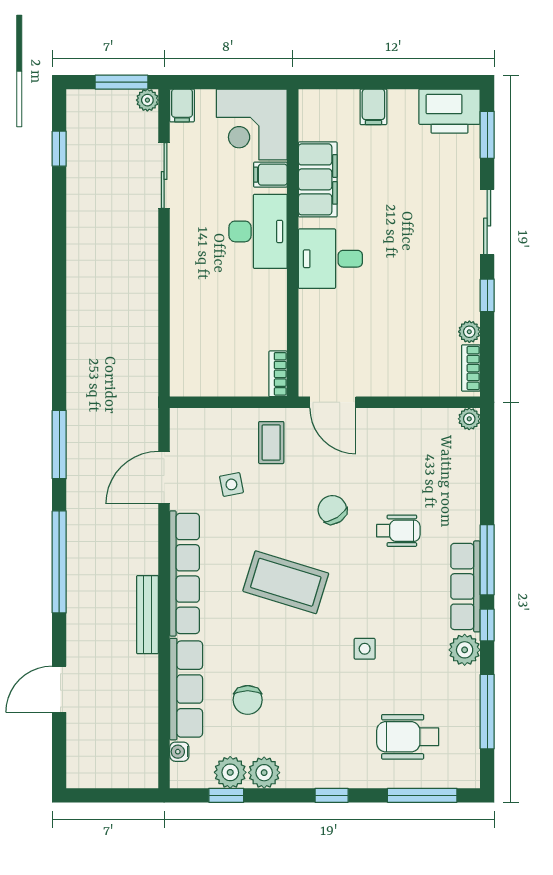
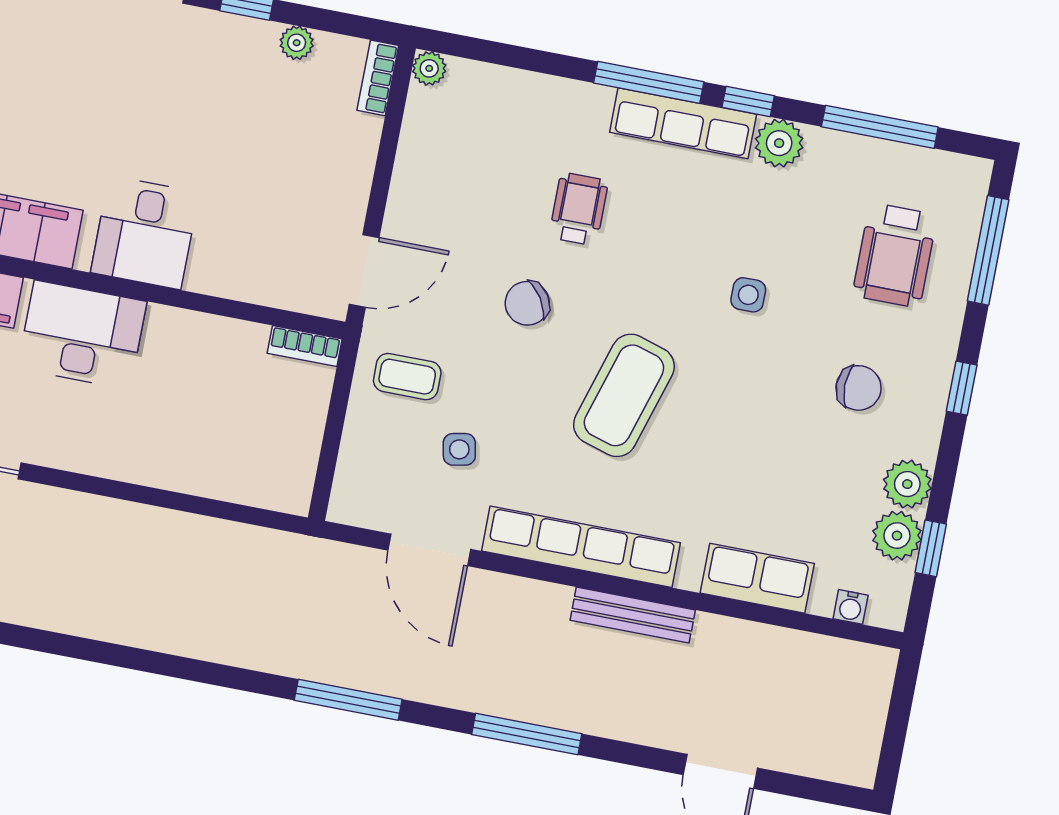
bookcase: (471, 368) -> (378, 78), moved, turned 90
window: (59, 562) -> (527, 734), width x0.68
row of seats: (186, 689) -> (757, 578), width x0.68
chair: (248, 700) -> (859, 388), moved

